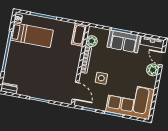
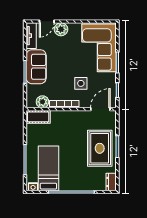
rug: (41, 84) -> (100, 148), added

